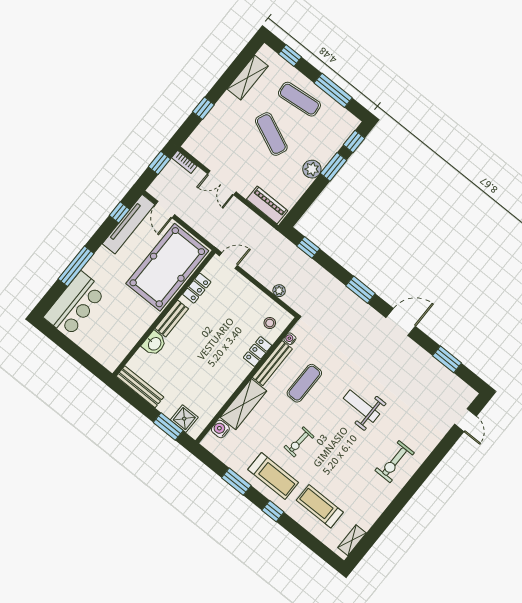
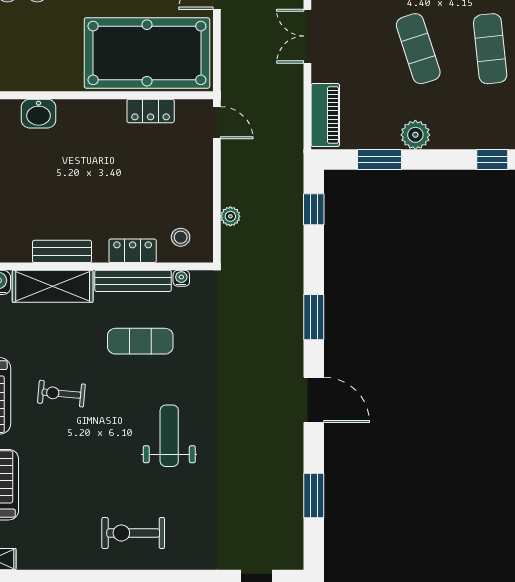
exercise mat: (271, 134) -> (418, 49), turned -42
window: (333, 167) -> (380, 159), moved
bench: (172, 319) -> (62, 251), moved

